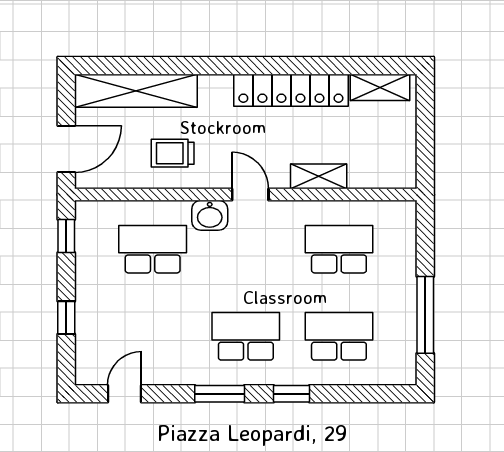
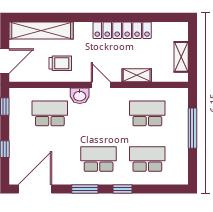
shelving: (380, 87) -> (181, 57), moved, turned 90
trolley: (173, 153) -> (60, 63), turned 180
window: (425, 315) -> (192, 128), moved
door: (125, 394) -> (35, 189), width x1.87

